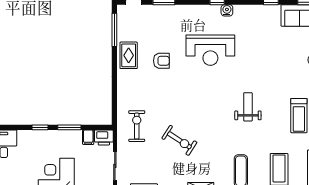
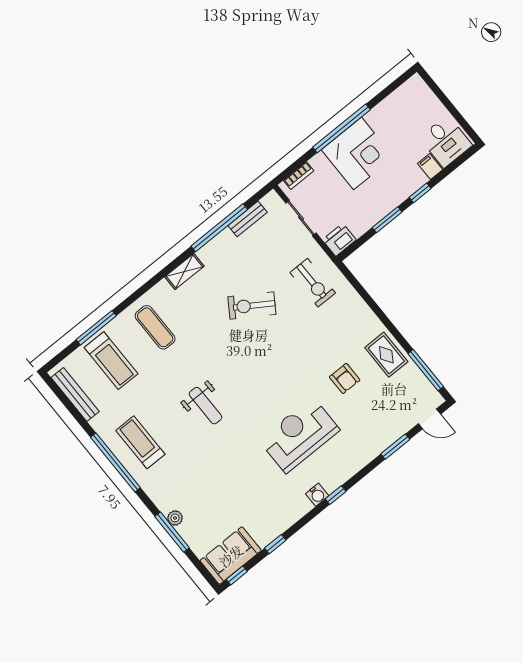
armchair: (161, 61) -> (345, 378), turned -90
filing cabinet: (88, 137) -> (430, 167), moved

